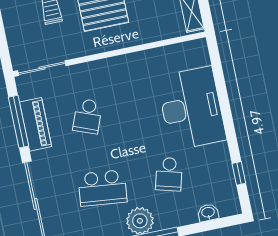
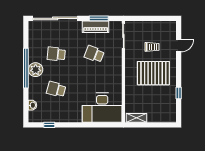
desk: (191, 108) -> (102, 108), moved
window: (19, 122) -> (99, 18), width x0.69
school desk: (102, 188) -> (56, 54), width x0.54

